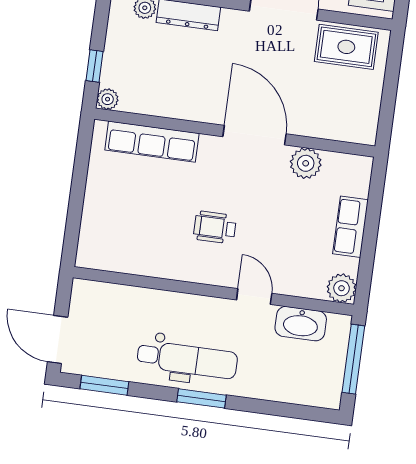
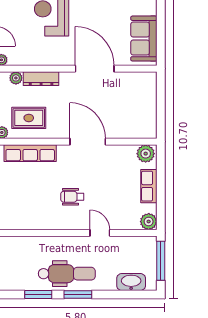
rug: (346, 47) -> (29, 118), moved
plant: (306, 163) -> (146, 154), moved
washbasin: (301, 324) -> (131, 282), moved, turned 180
window: (104, 385) -> (38, 295), moved

